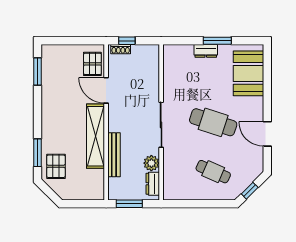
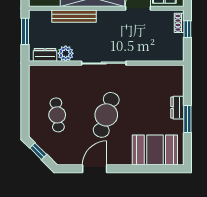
cafe table: (213, 172) -> (57, 115), turned -30

